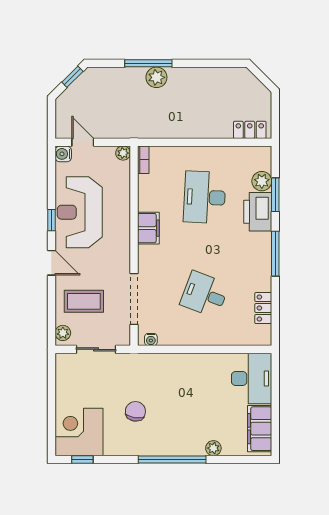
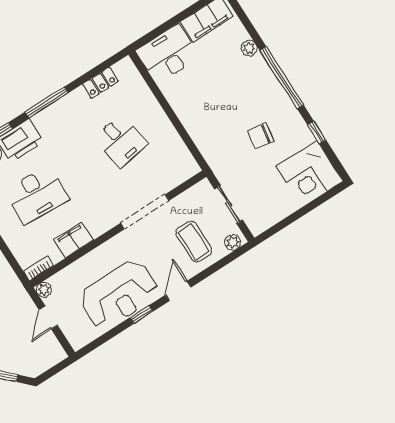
door: (83, 142) -> (48, 318), moved
water cooler: (63, 154) -> (78, 341), removed
filing cabinet: (148, 228) -> (73, 240), moved
desk: (205, 294) -> (121, 141), turned -30
doorway: (134, 299) -> (145, 212), moved
water cooler: (151, 340) -> (190, 162), removed
window: (82, 459) -> (317, 132), moved

